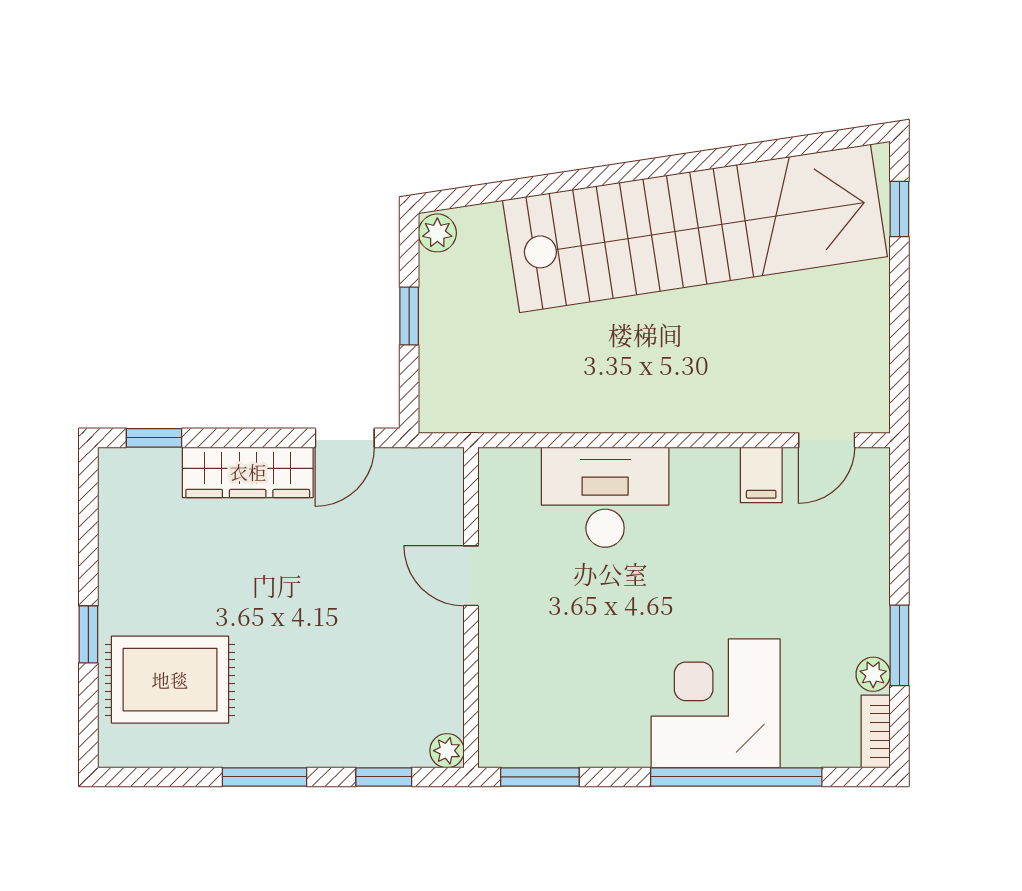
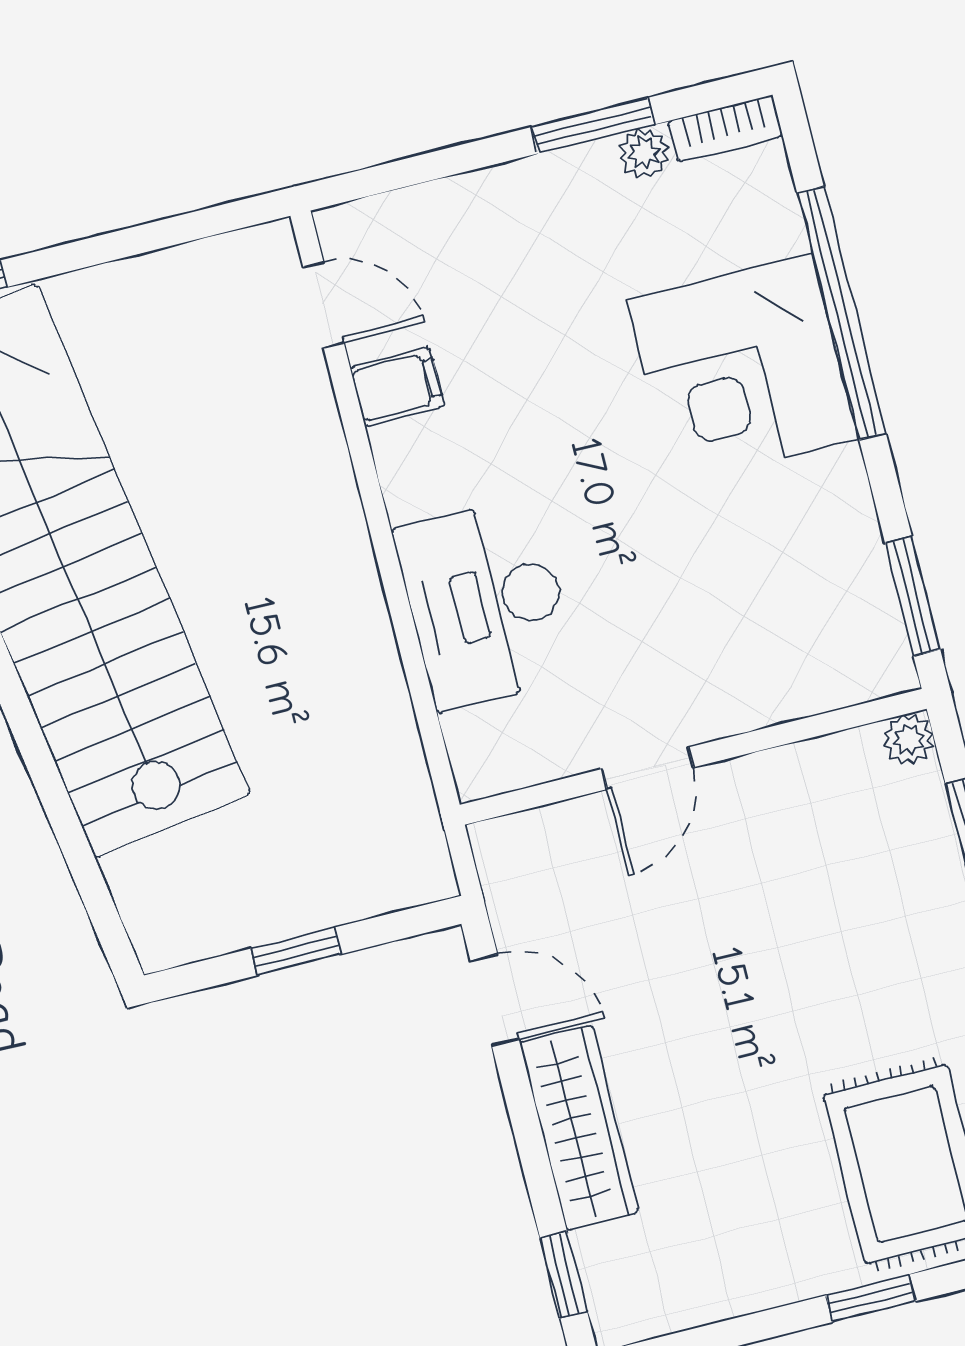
plant: (437, 233) -> (166, 941), removed

